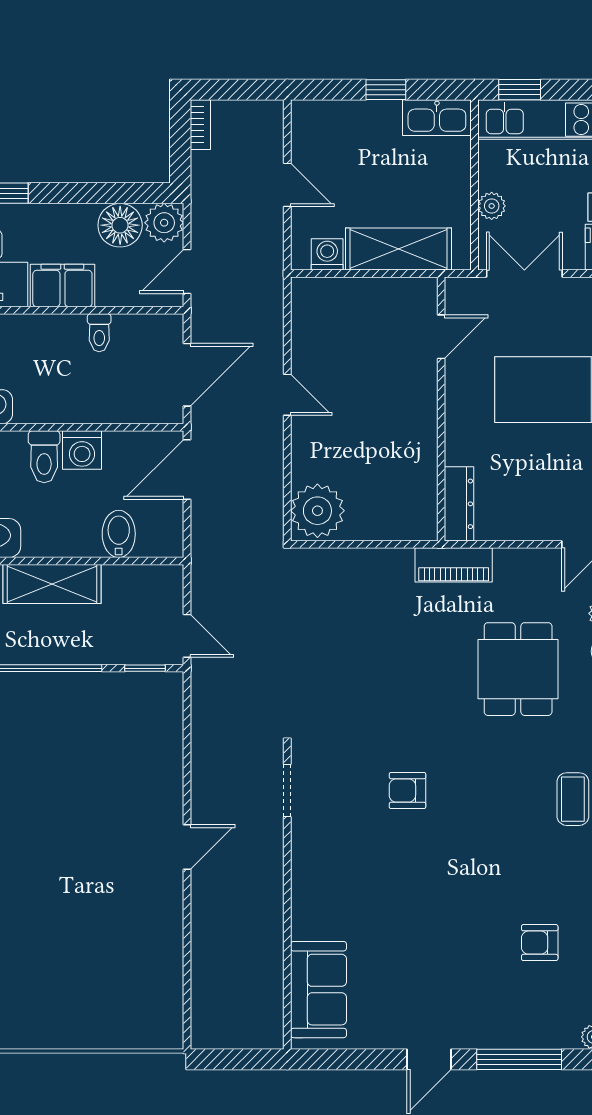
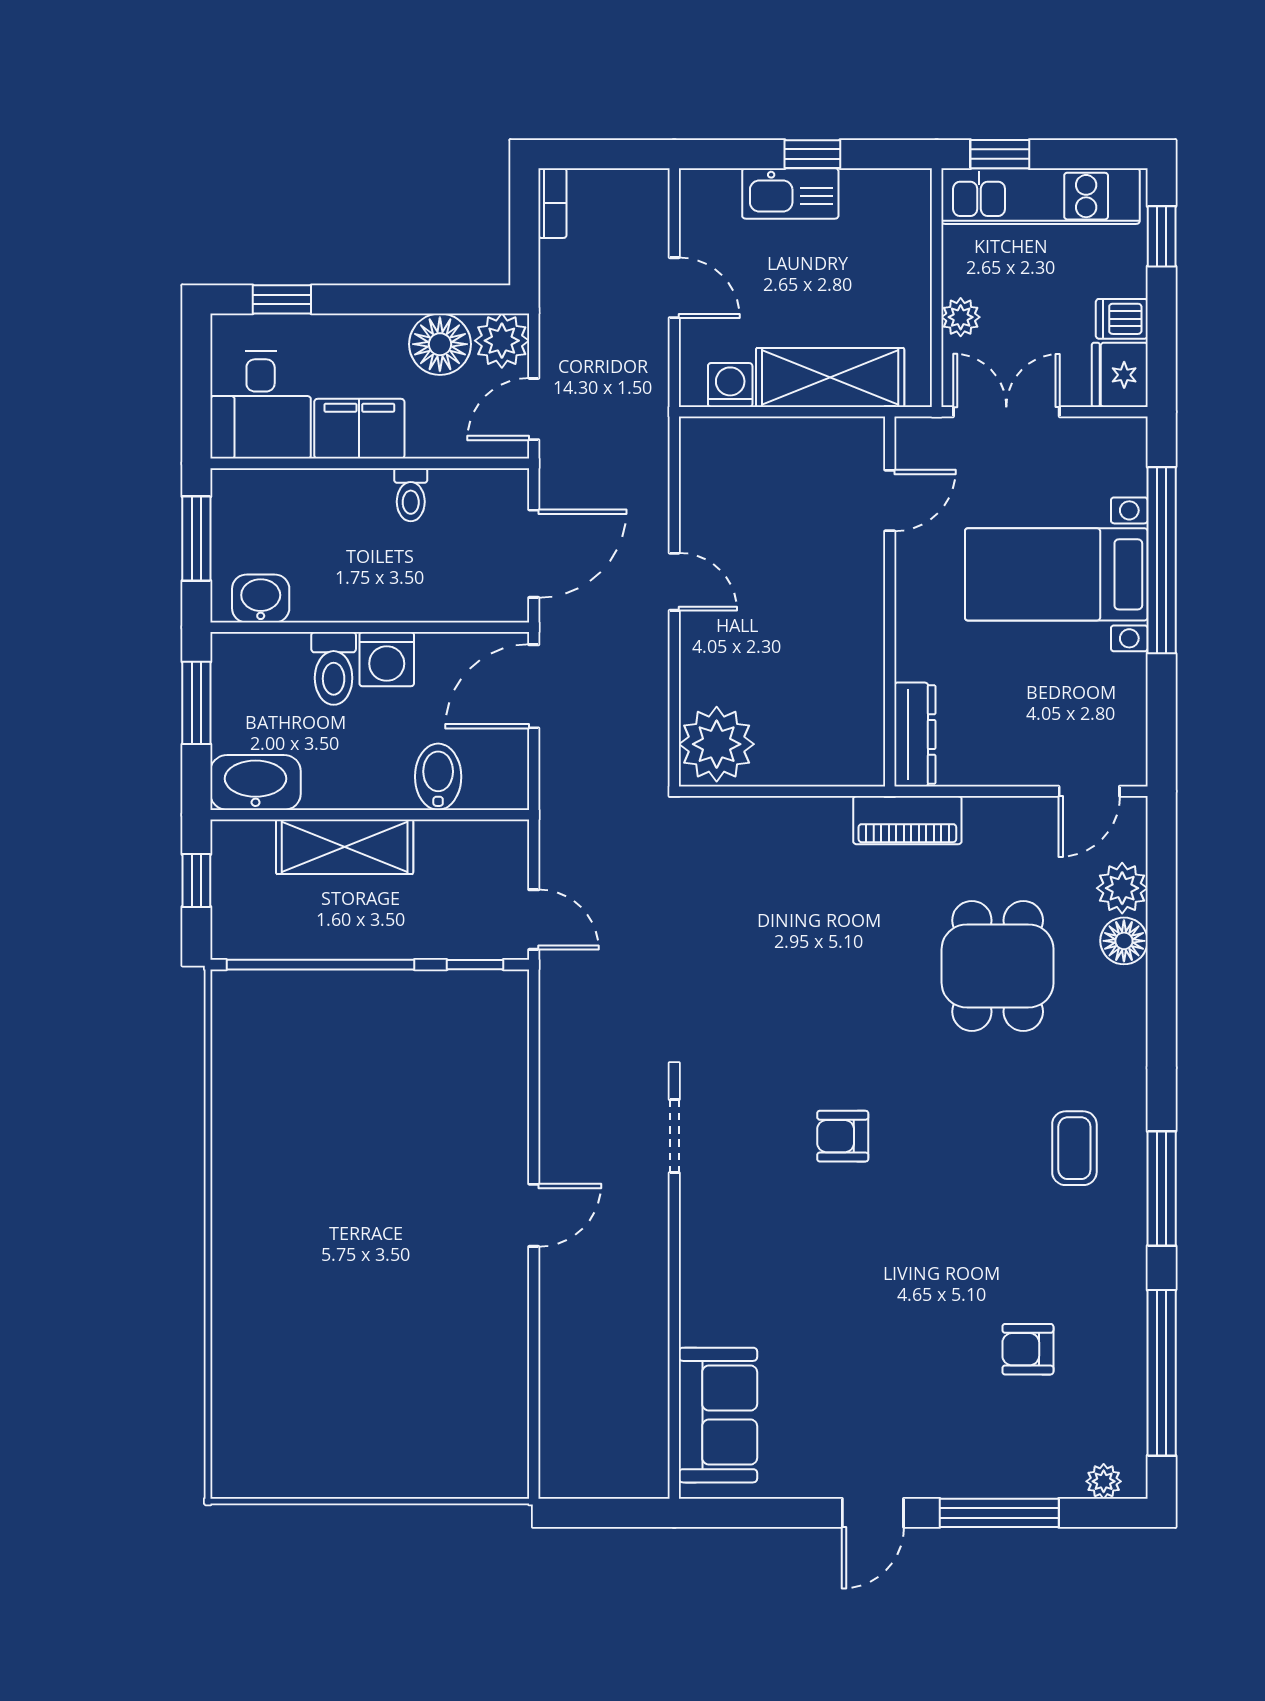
kitchen sink: (437, 118) -> (790, 193), moved

